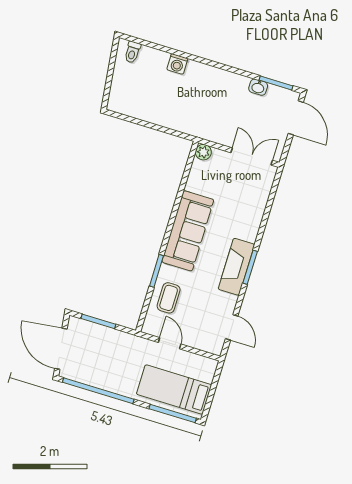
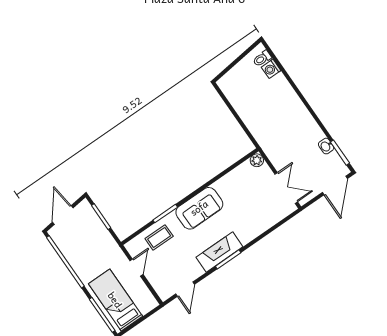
washing machine: (177, 64) -> (271, 69), moved
sofa: (188, 231) -> (199, 208), width x0.73
door: (61, 349) -> (63, 215), width x0.73

